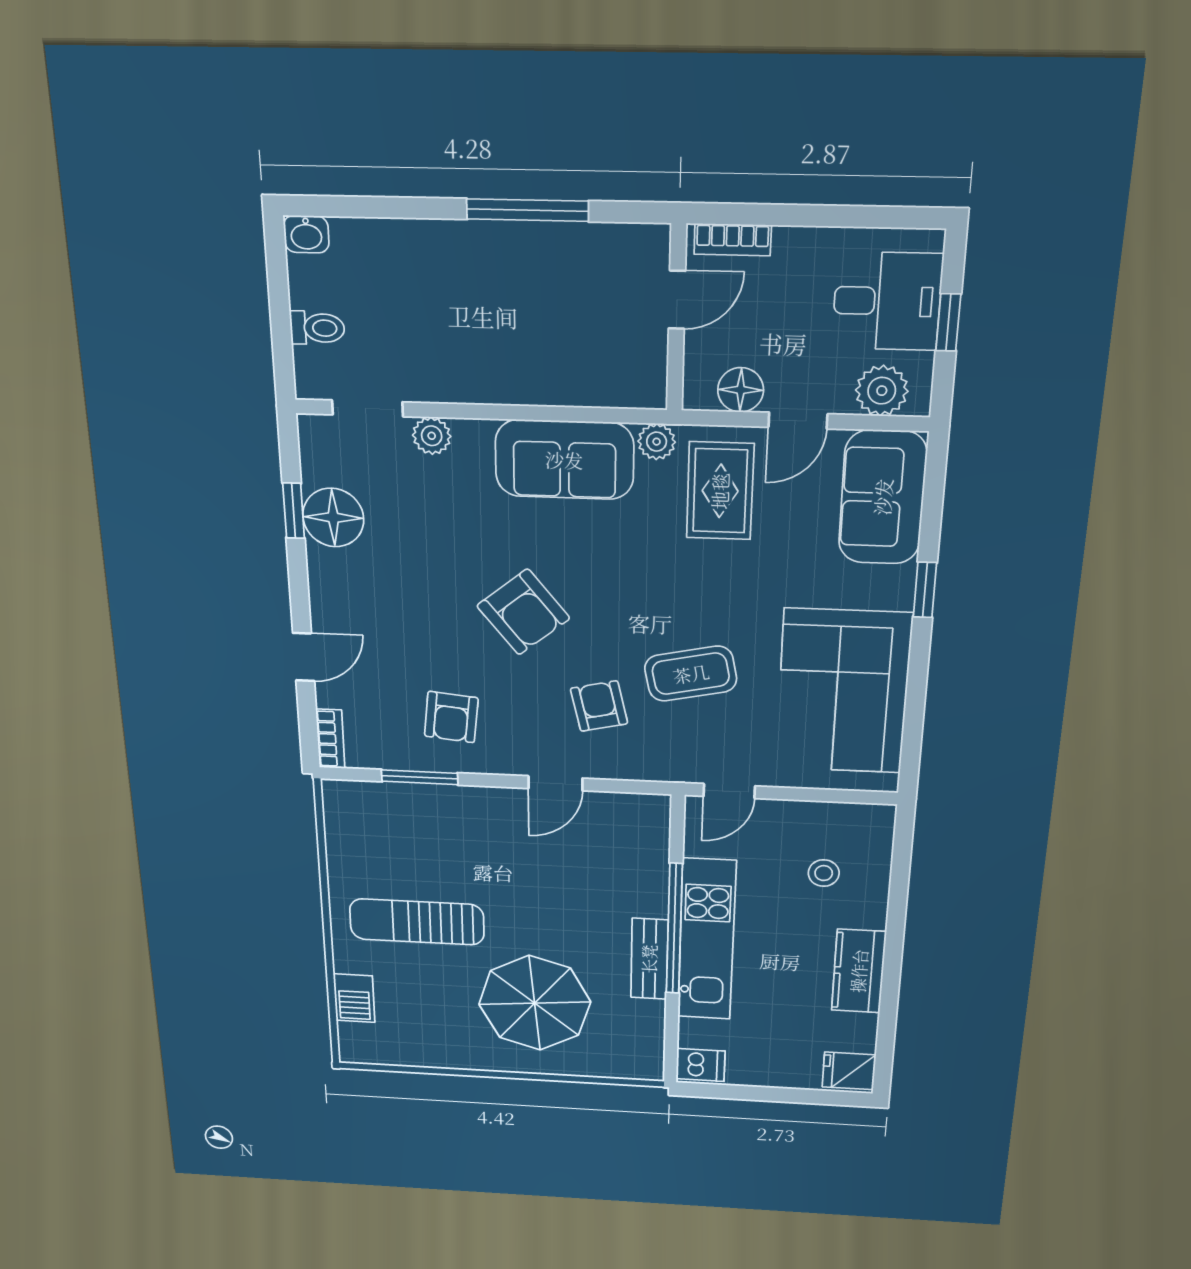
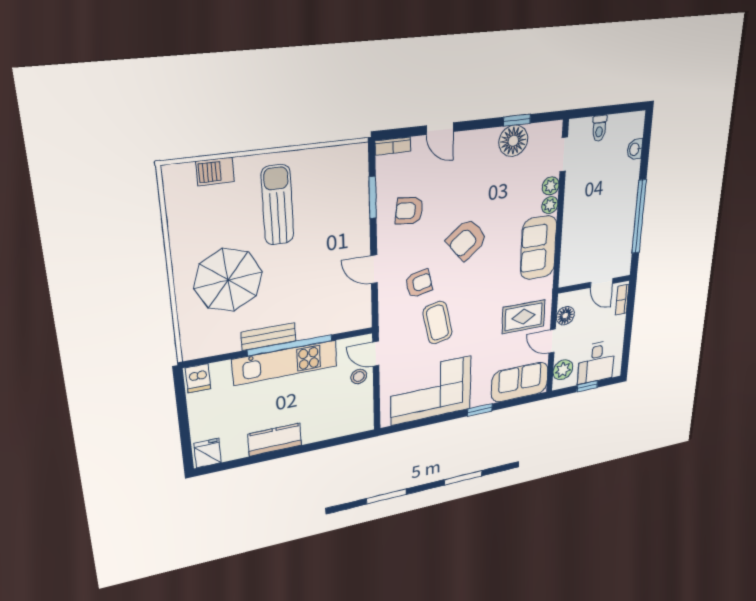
window: (528, 210) -> (639, 217), width x1.46
washbasin: (306, 234) -> (635, 149), moved
plant: (657, 442) -> (550, 205), moved
stool: (824, 873) -> (359, 376), moved

